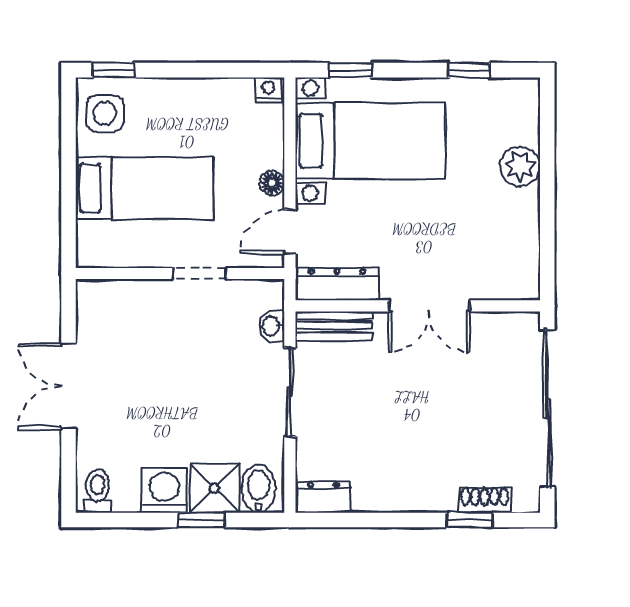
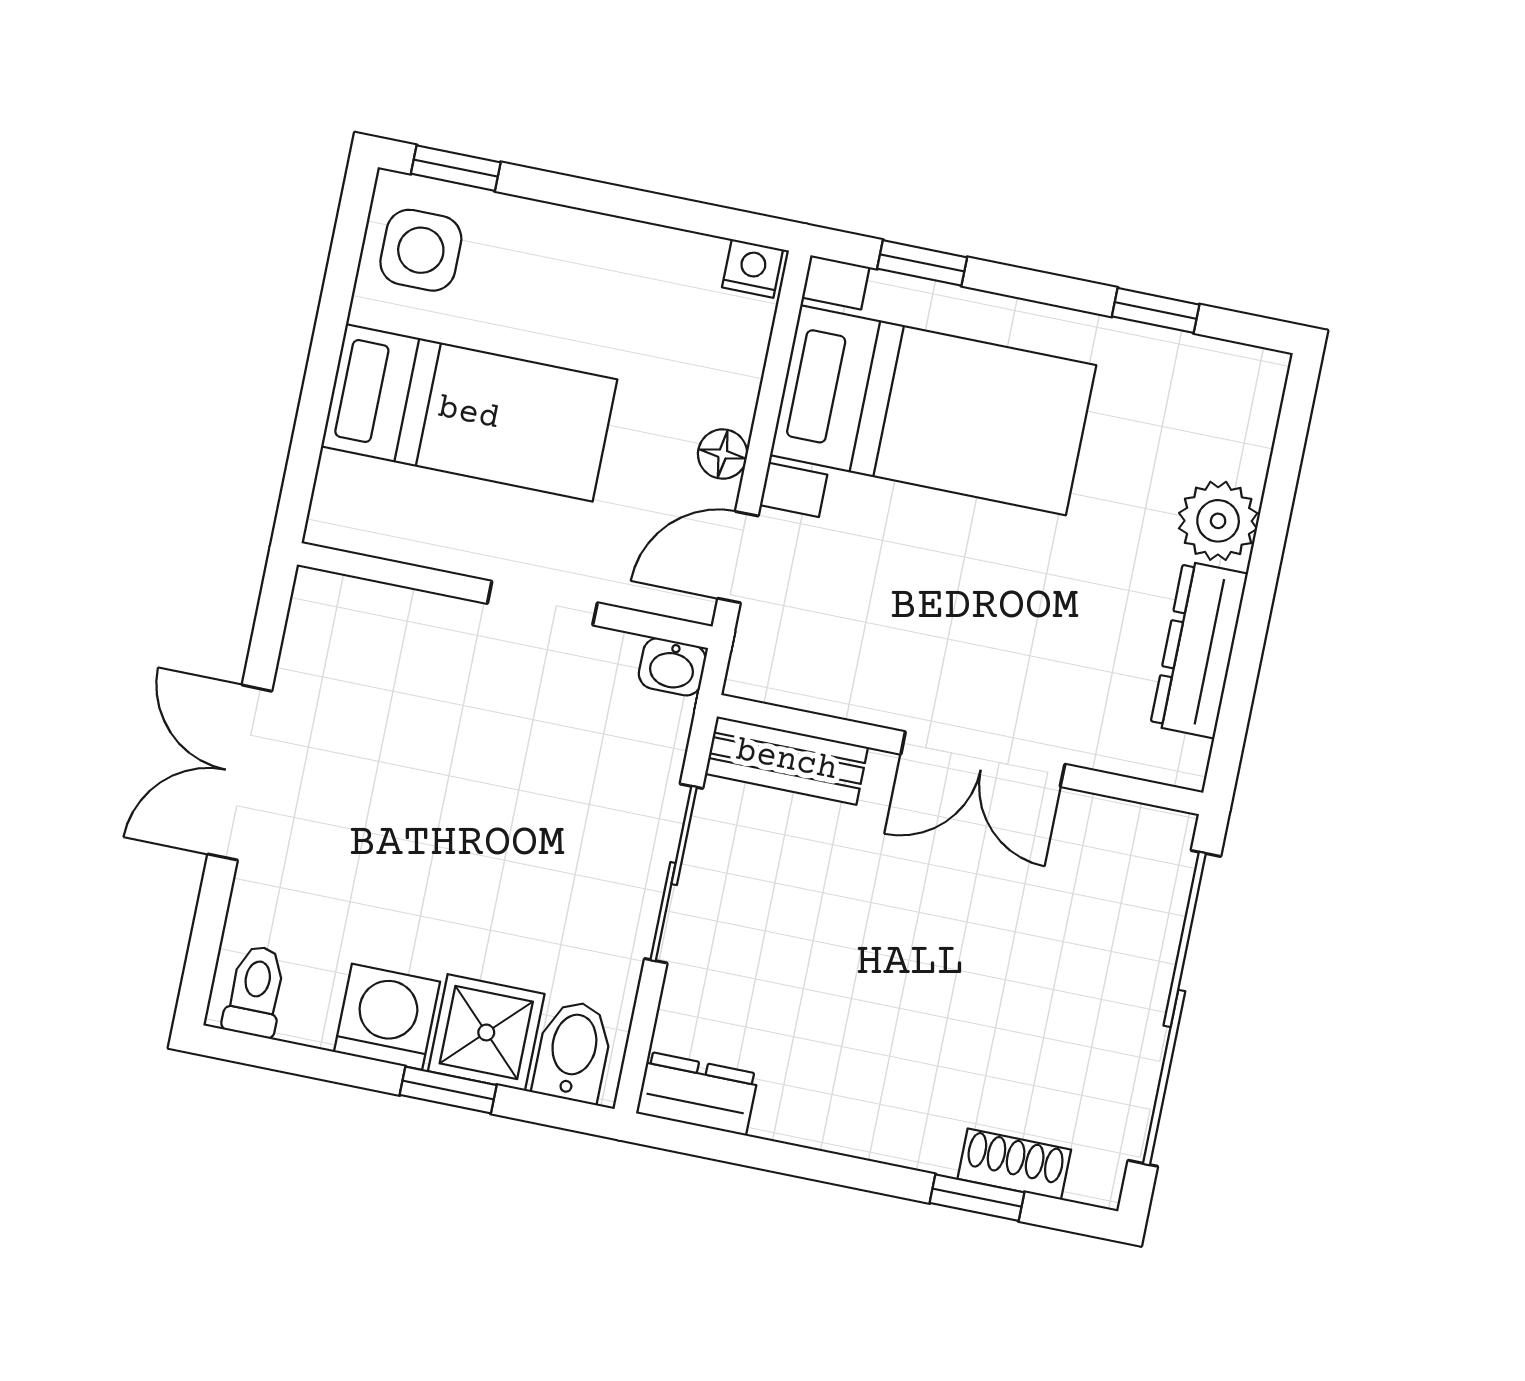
dresser: (337, 284) -> (1199, 650), moved, turned -90
washbasin: (272, 326) -> (672, 667), moved, turned -90

